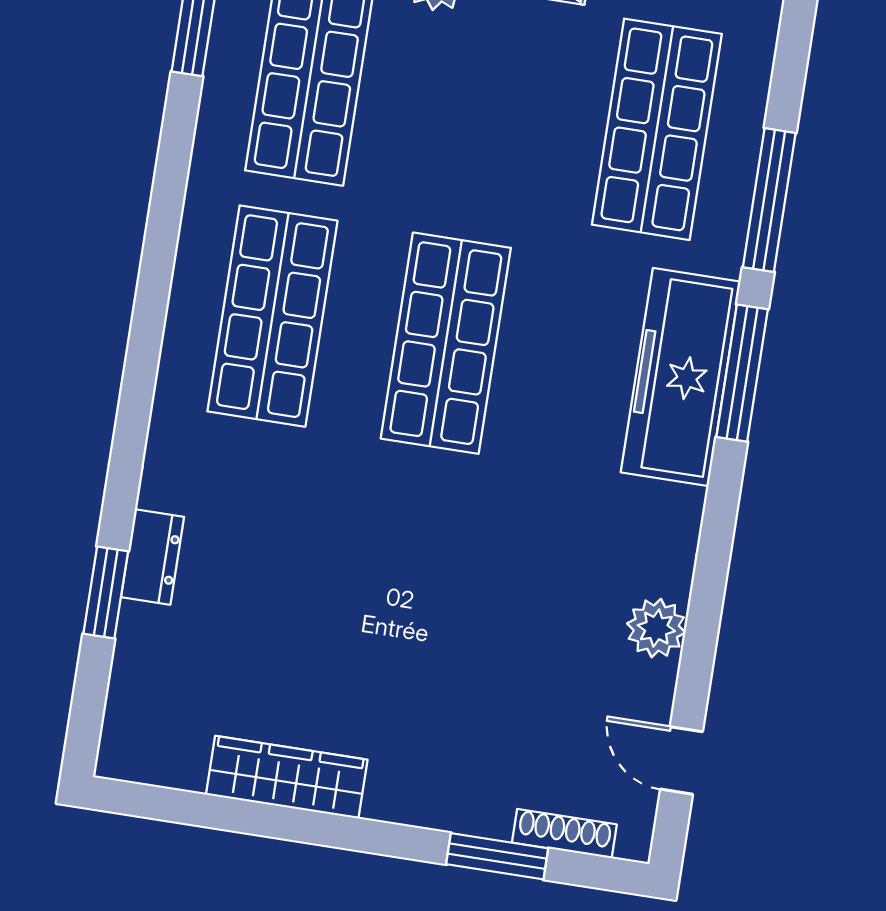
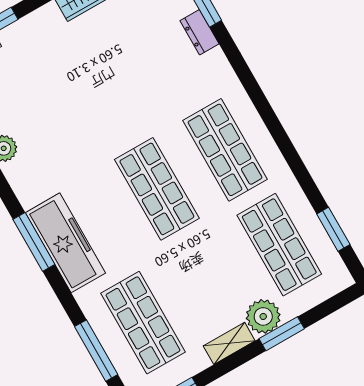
window: (769, 200) -> (96, 351), moved
window: (742, 373) -> (34, 242), moved

